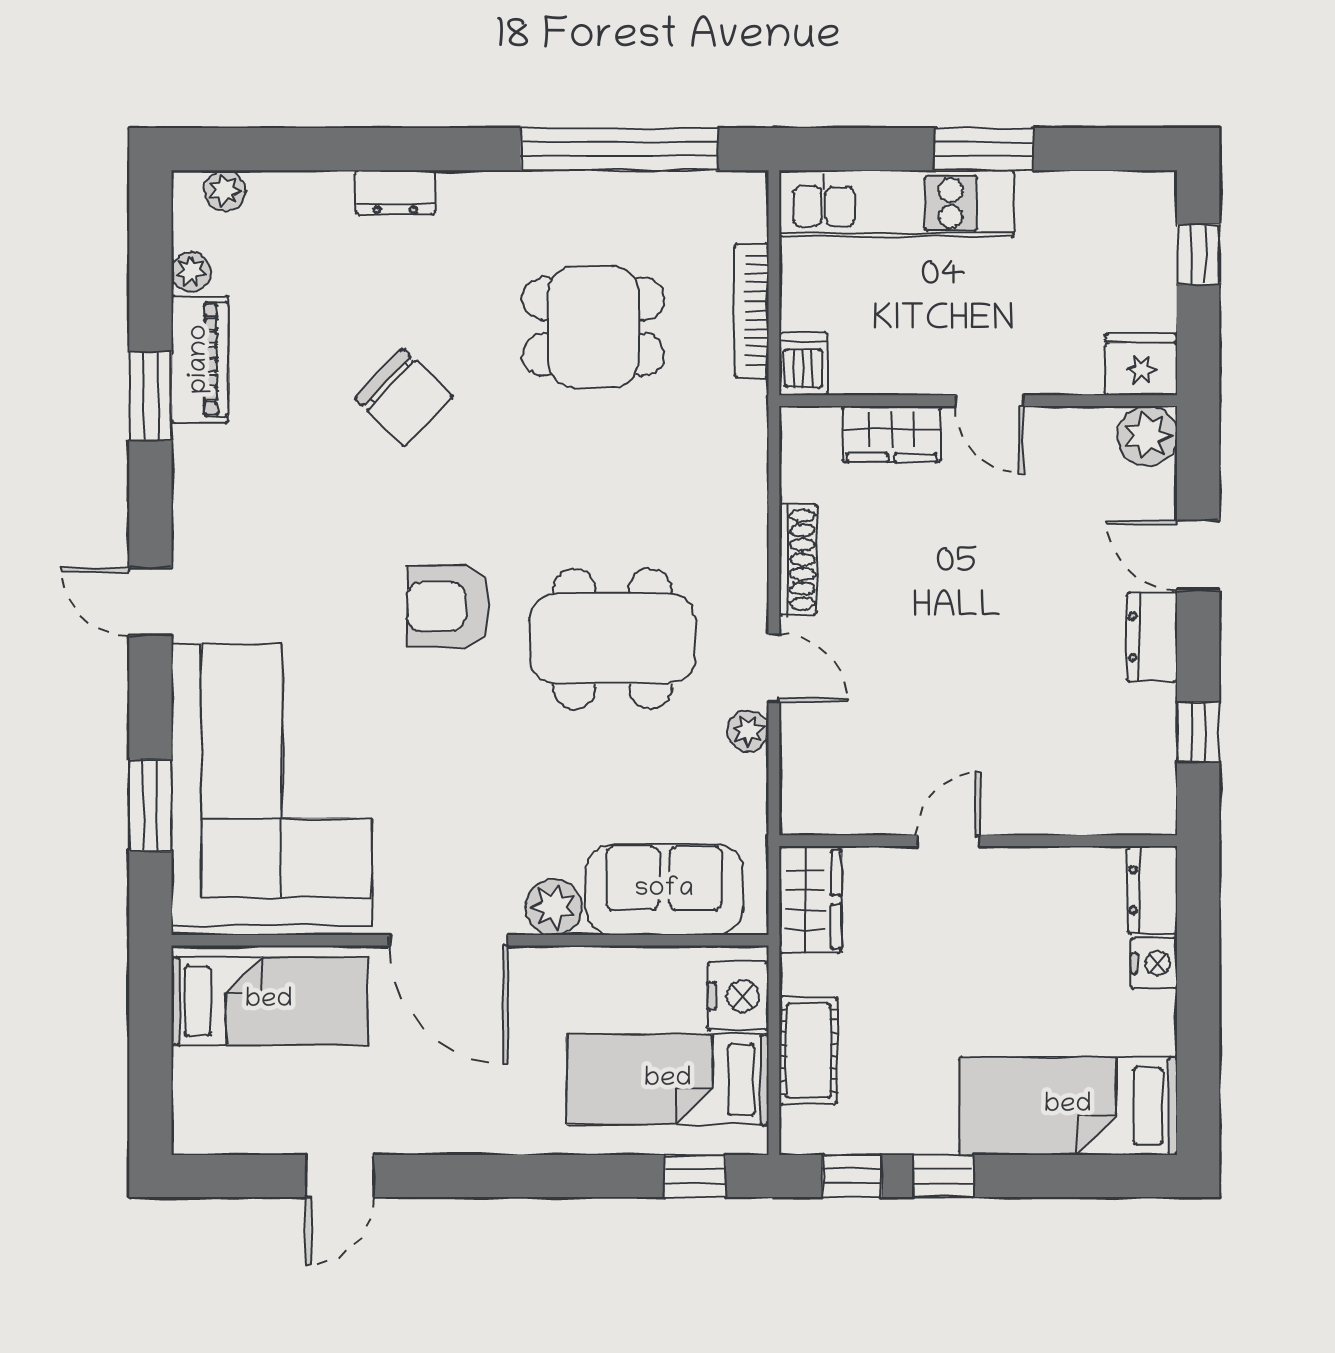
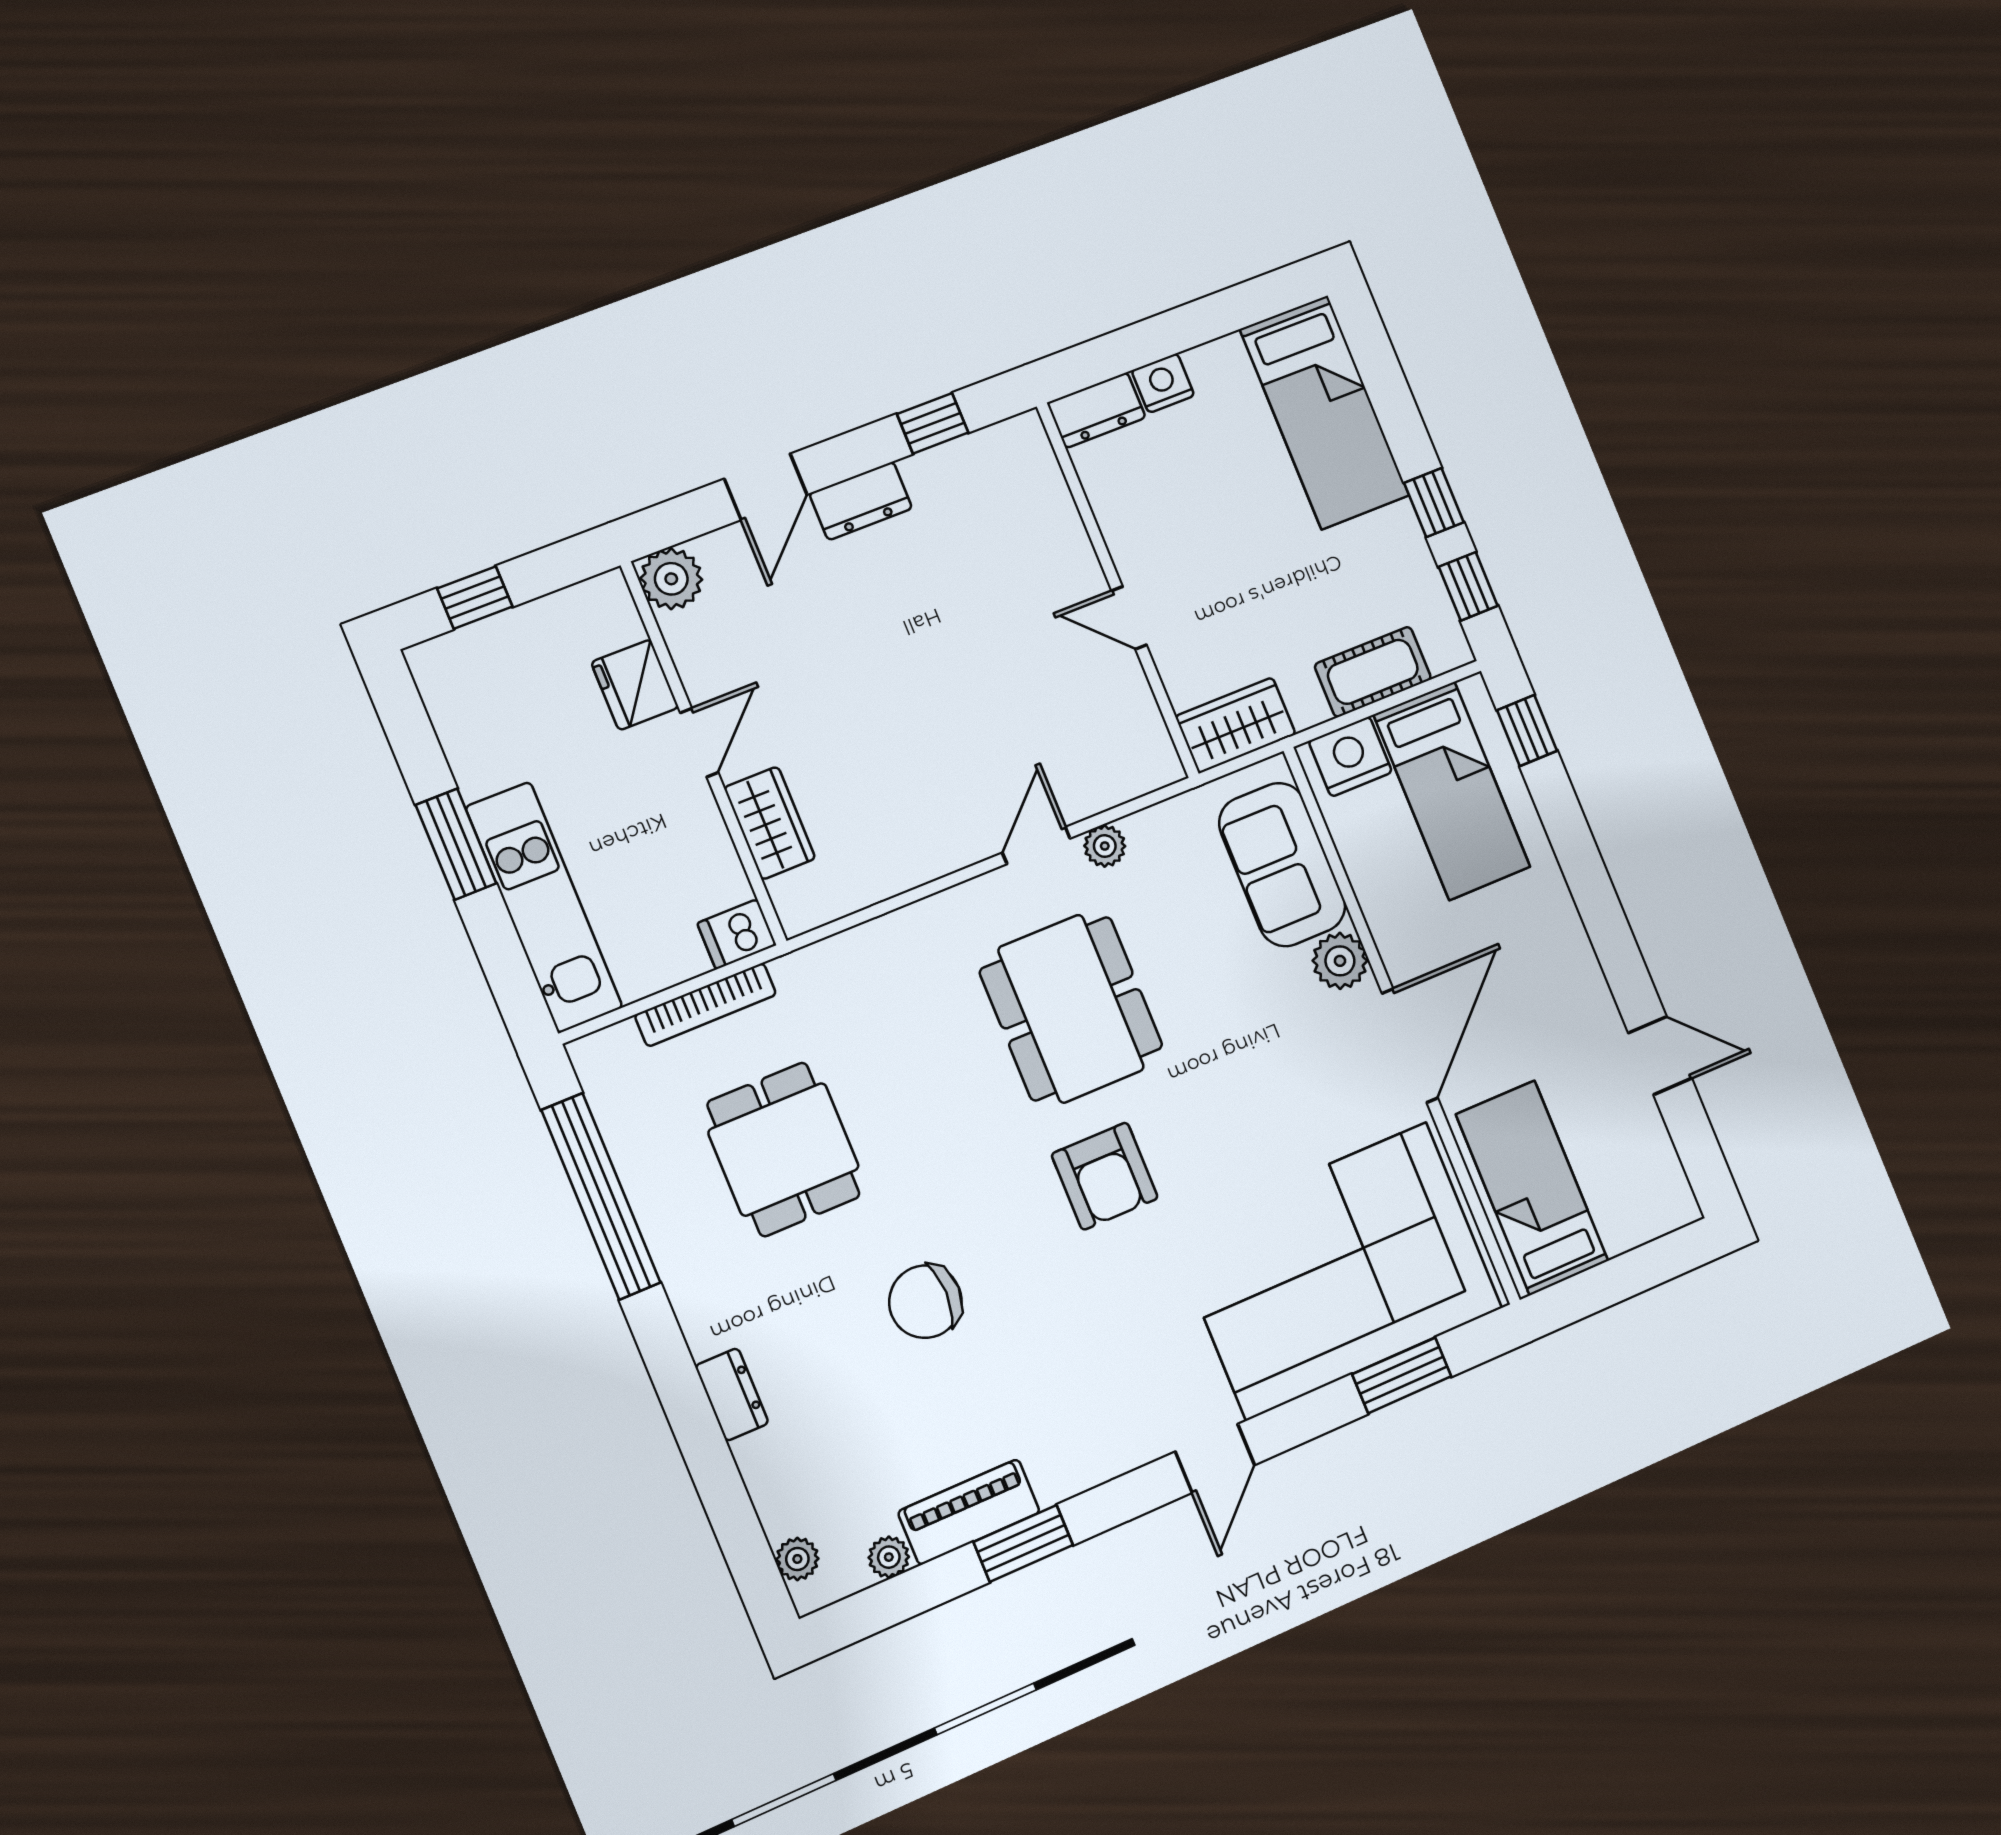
fridge: (1141, 364) -> (635, 685), moved
chair: (404, 398) -> (925, 1302), turned -134
shoe rack: (798, 559) -> (925, 864), removed

